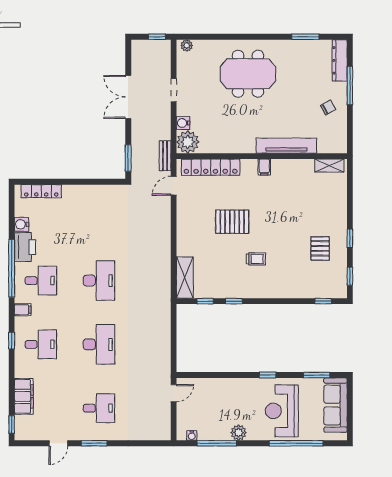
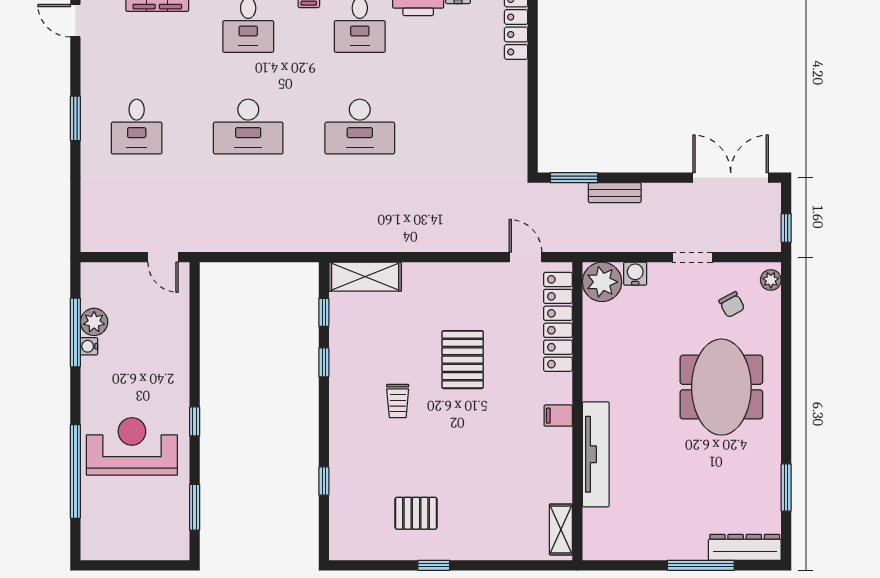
double door: (128, 97) -> (731, 178), moved
chair: (328, 108) -> (732, 305), moved
bench: (165, 156) -> (615, 193), moved
window: (350, 276) -> (367, 565), removed
window: (323, 301) -> (324, 481), moved
sofa: (335, 405) -> (142, 540), removed
plant: (239, 433) -> (94, 322), moved
water cooler: (192, 435) -> (89, 346), moved
door: (58, 443) -> (75, 21), moved

